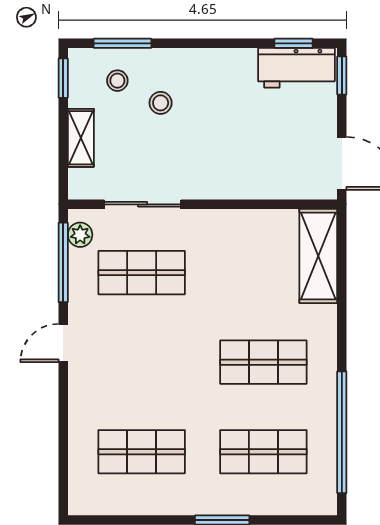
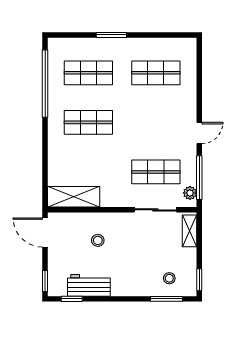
workbench: (296, 68) -> (89, 285), moved
stool: (161, 103) -> (98, 240), moved
shelving: (81, 138) -> (189, 231), moved
shelving: (318, 256) -> (74, 197), moved, turned 90

